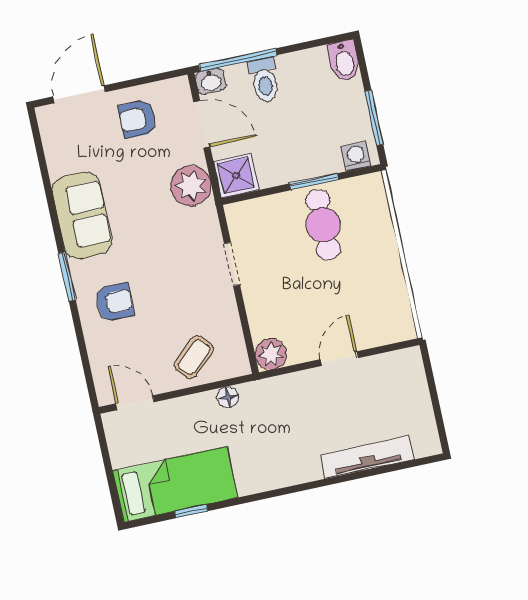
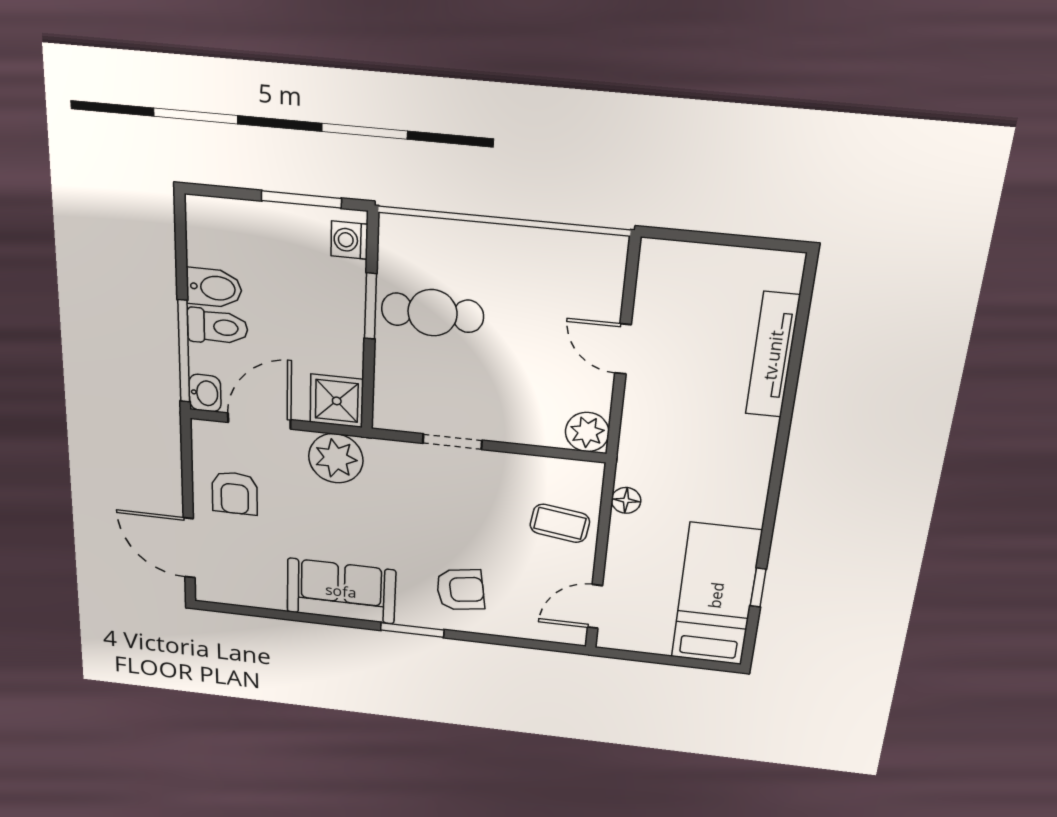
bidet: (344, 61) -> (214, 288), moved
armchair: (114, 302) -> (460, 590), turned 81
coffee table: (194, 357) -> (560, 523), turned -40

